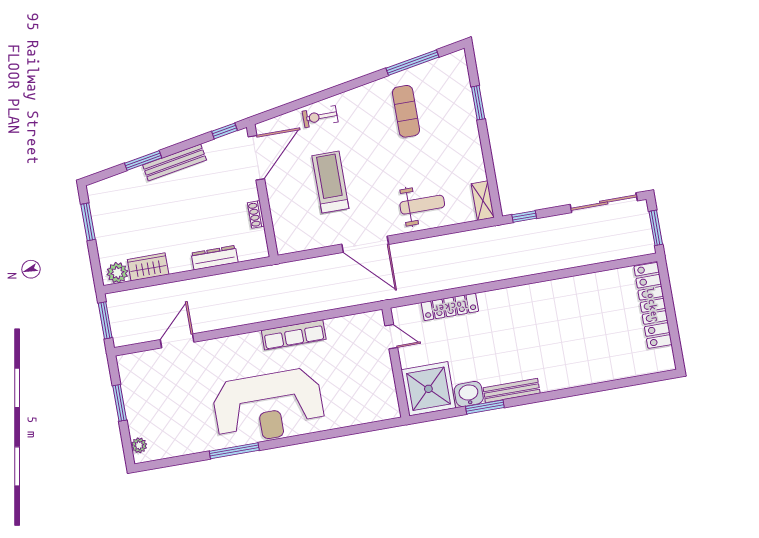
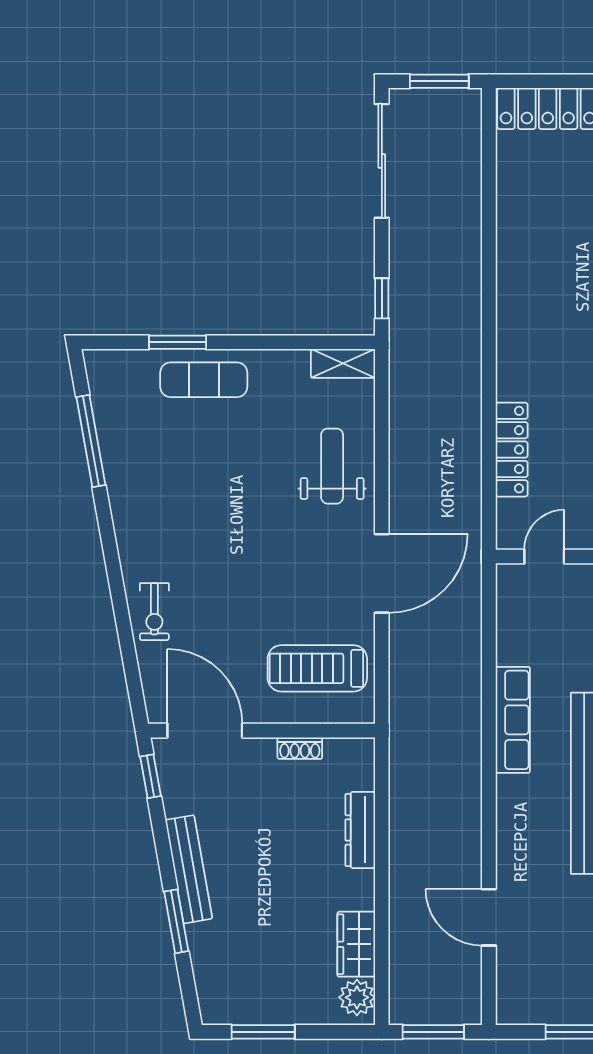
exercise mat: (406, 111) -> (204, 380), moved
treadmill: (330, 182) -> (317, 668), moved

